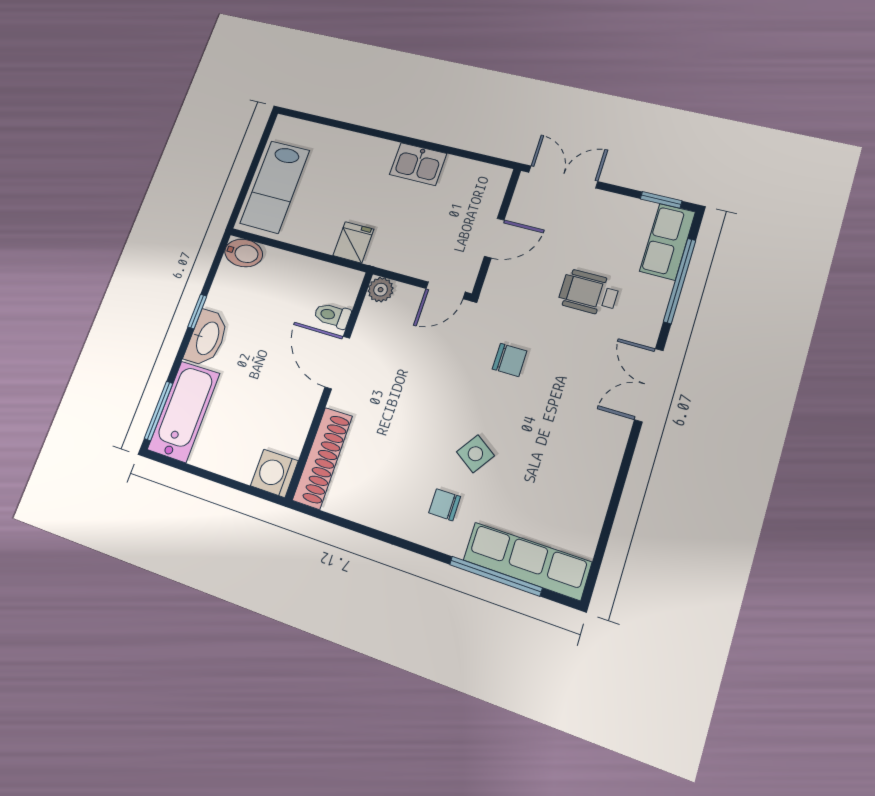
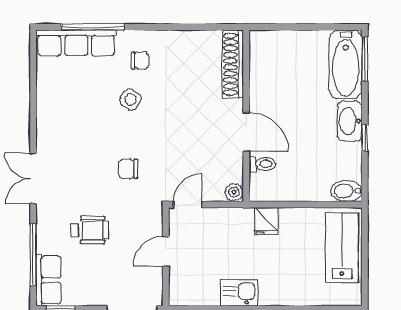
double door: (649, 385) -> (33, 179), swing flipped
washing machine: (274, 473) -> (263, 43), removed

